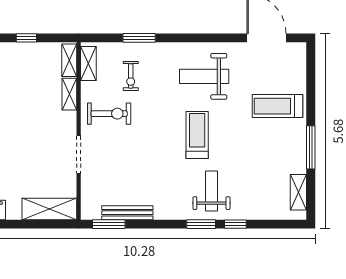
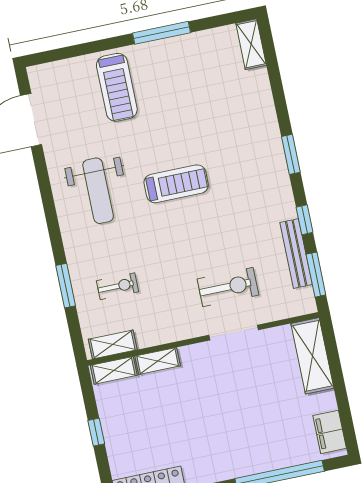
exercise bike: (109, 114) -> (228, 287), moved, turned 90
treadmill: (197, 135) -> (176, 184), turned 180
weight bench: (211, 191) -> (245, 150), removed
shelving: (298, 192) -> (251, 44), moved, turned 90
window: (235, 224) -> (305, 220), moved

